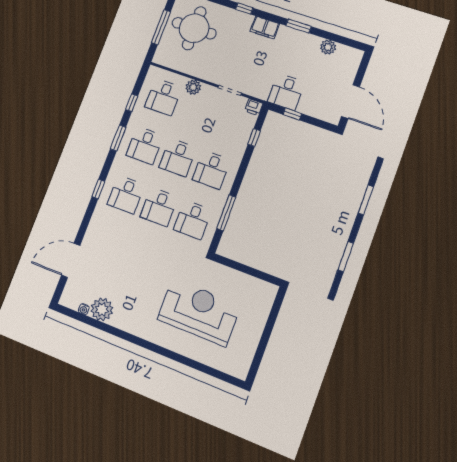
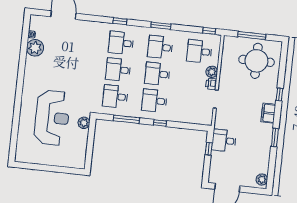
plant: (328, 47) -> (262, 179), moved
window: (132, 103) -> (209, 31), moved
printer: (254, 107) -> (211, 84), moved
window: (254, 138) -> (160, 123), moved
plant: (217, 271) -> (84, 123), added

